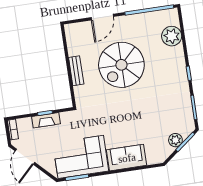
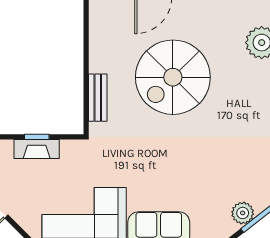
bench: (76, 71) -> (98, 98), moved

